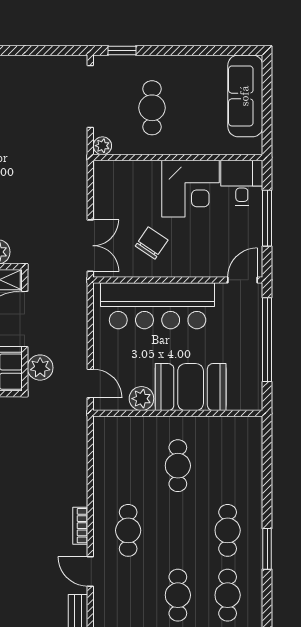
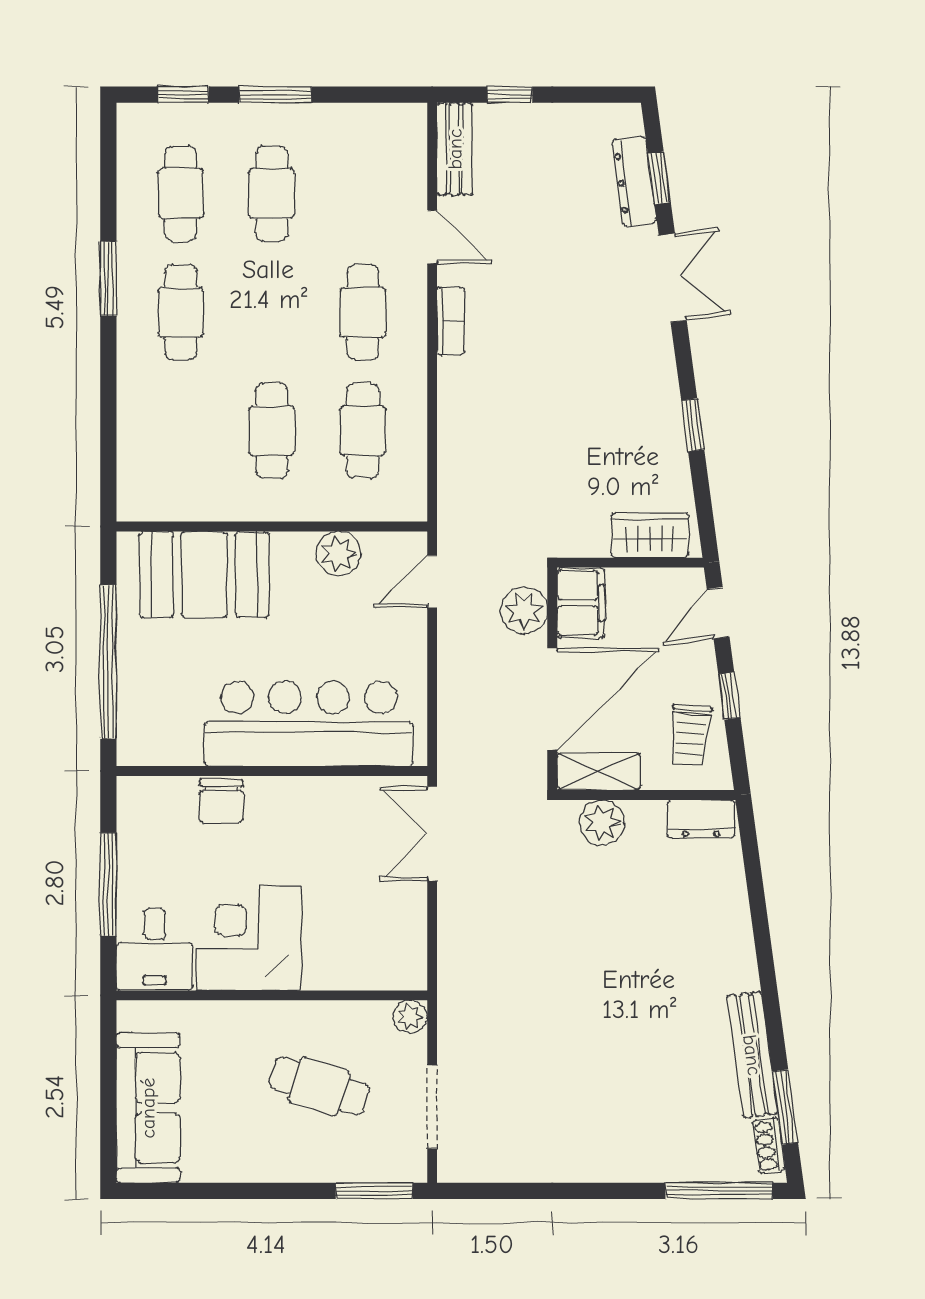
window: (122, 51) -> (374, 1191), width x1.50
doorway: (90, 96) -> (432, 1107), width x0.73
cafe table: (152, 108) -> (319, 1086), turned -72
chair: (152, 243) -> (221, 801), moved, turned -34
door: (243, 280) -> (153, 771), removed
door: (90, 383) -> (432, 581), hinge flipped
booth: (191, 387) -> (204, 575), moved
cafe table: (128, 466) -> (363, 431), added

